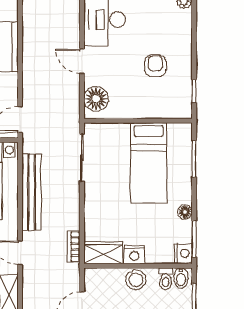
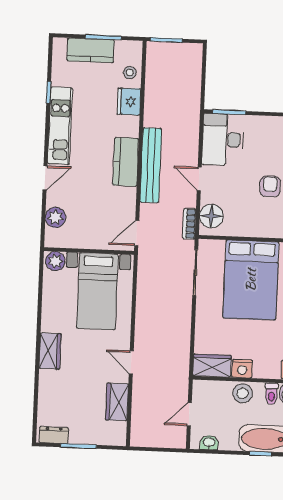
bed: (149, 163) -> (251, 280), width x1.50
bench: (32, 192) -> (151, 165), moved
bookcase: (74, 247) -> (189, 224), moved

